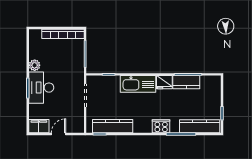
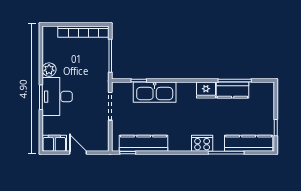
kitchen sink: (138, 84) -> (155, 92), moved
door: (58, 134) -> (78, 153), hinge flipped

